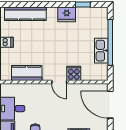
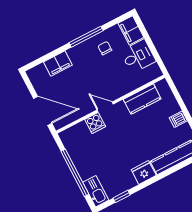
fridge: (67, 14) -> (144, 173), moved
kitchen sink: (101, 51) -> (96, 191), moved

